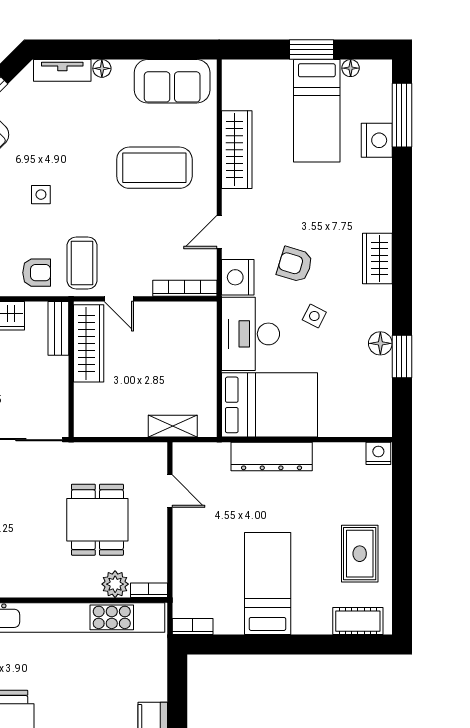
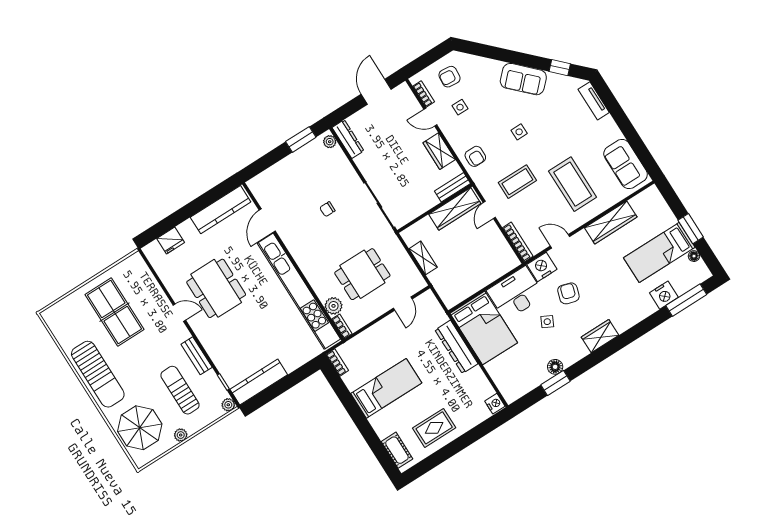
floor lamp: (102, 68) -> (608, 122), removed
coffee table: (82, 263) -> (517, 182), moved
shelving: (173, 426) -> (423, 258), moved

